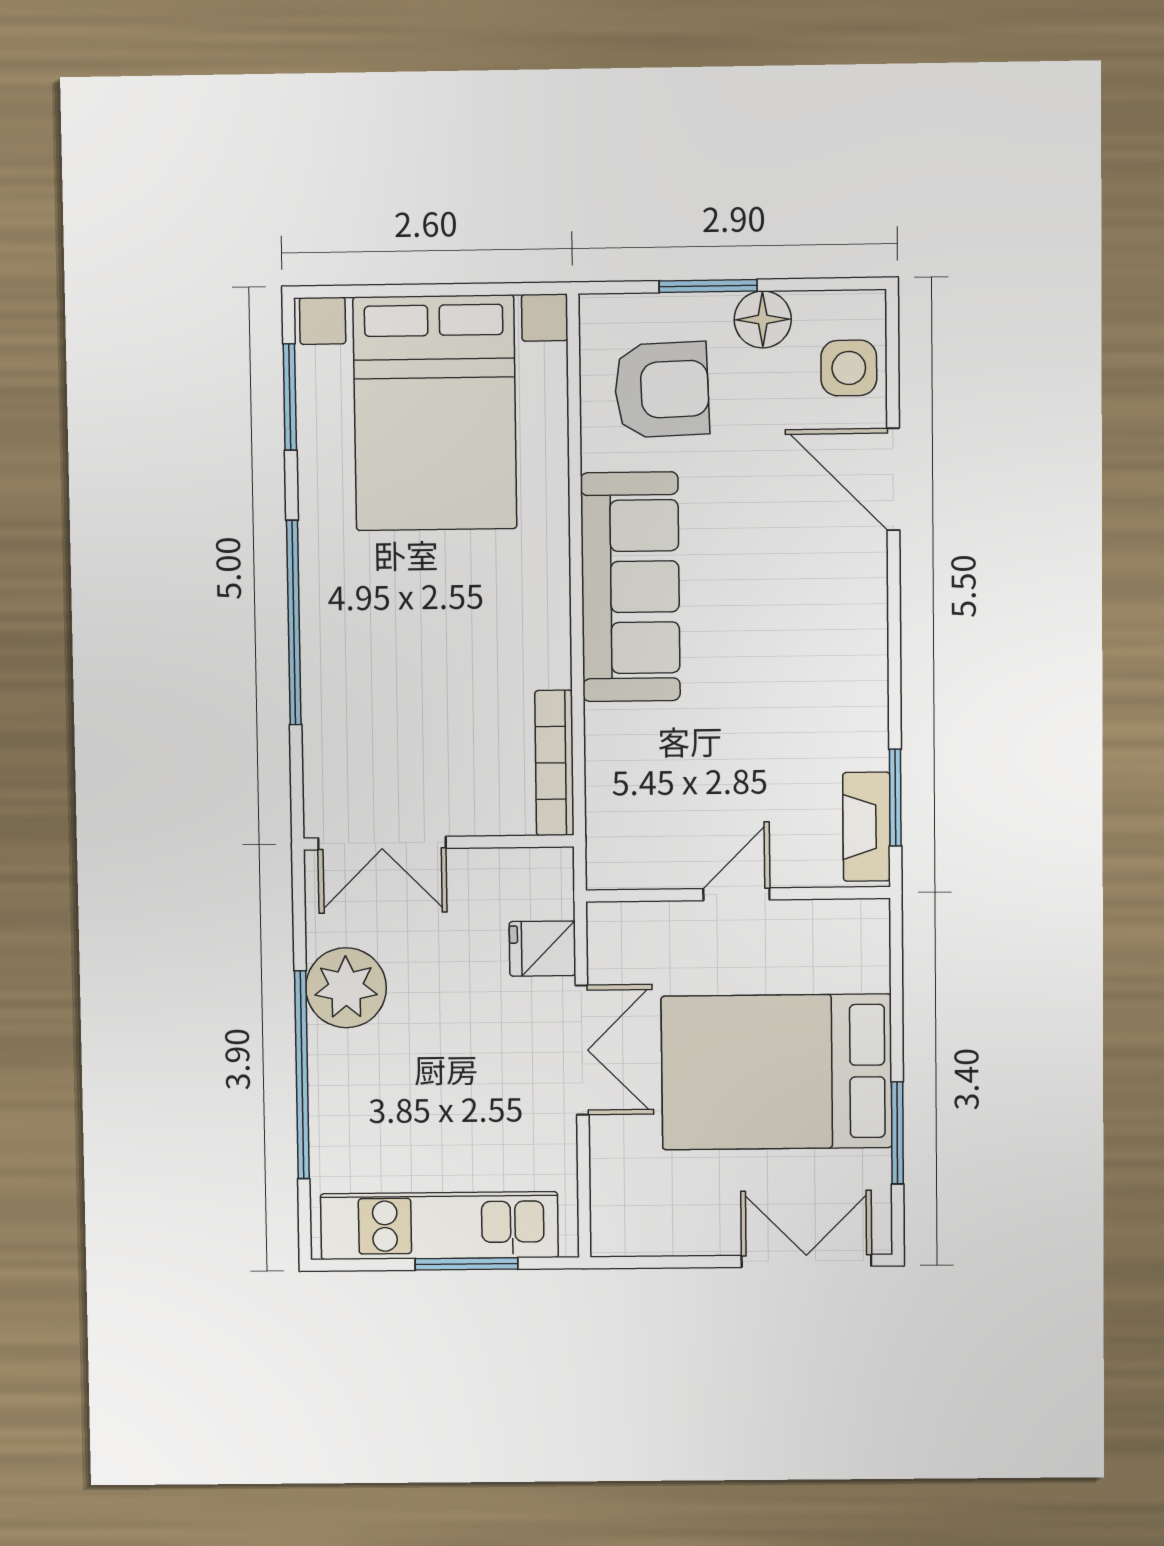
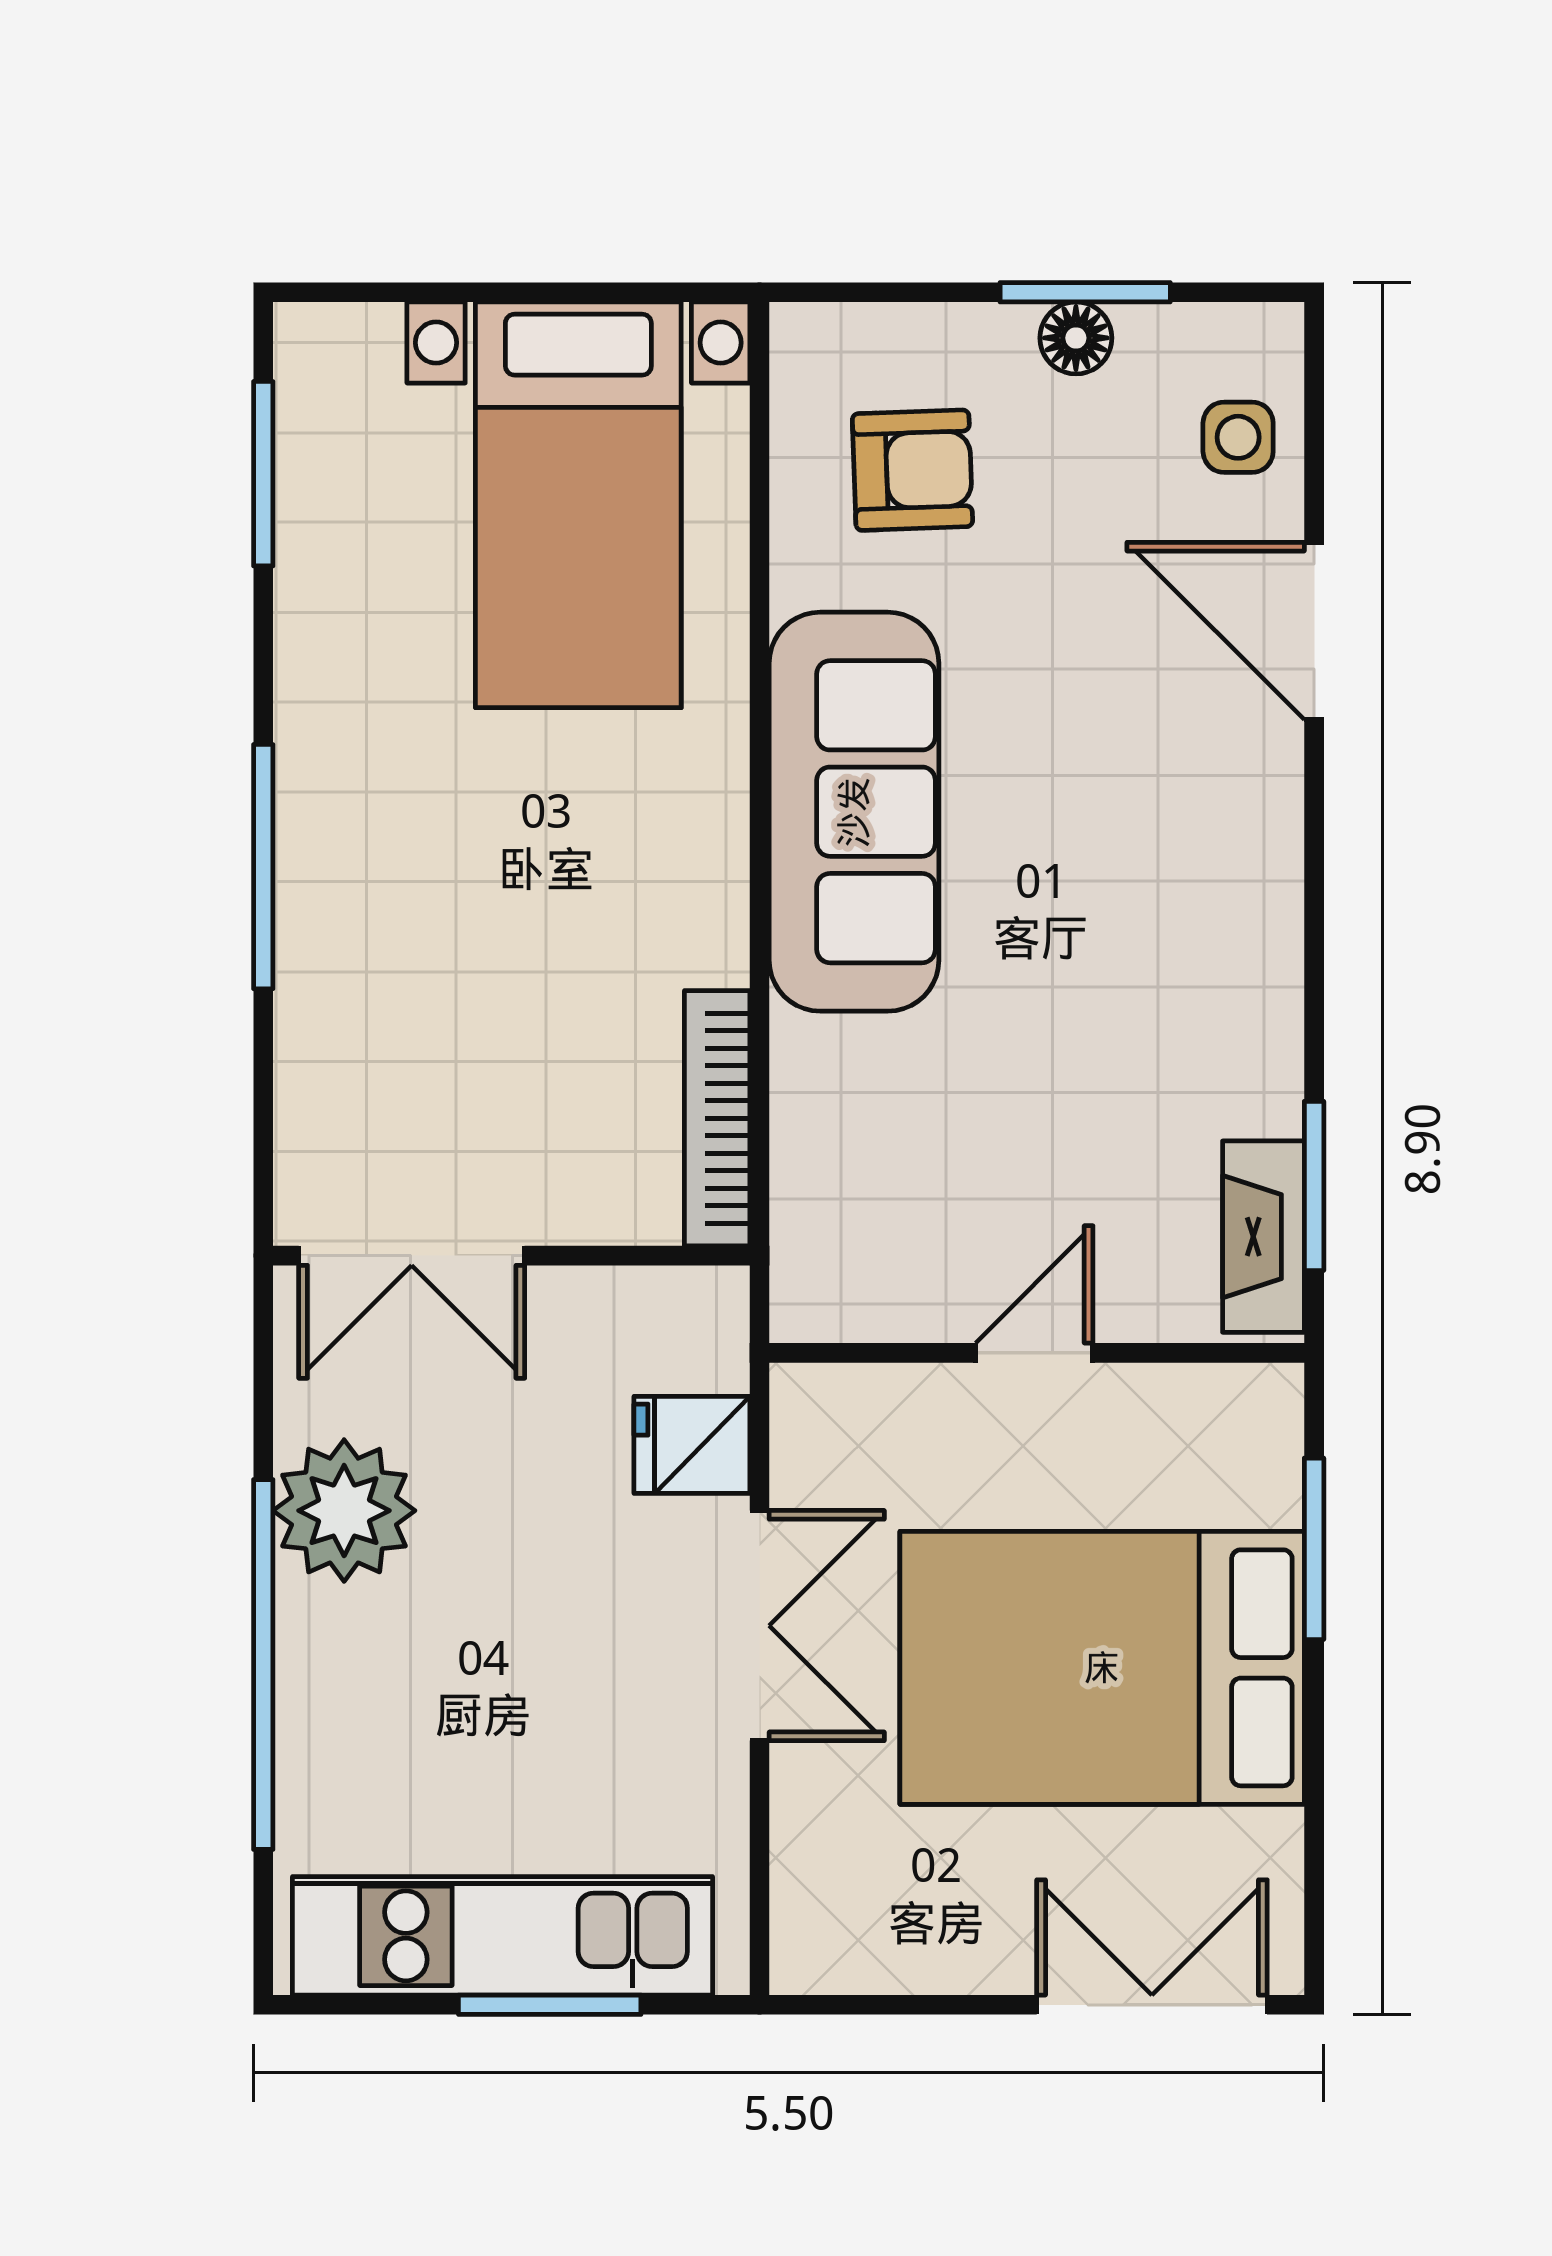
window: (708, 286) -> (1085, 292), moved
floor lamp: (763, 319) -> (1076, 338), width x0.73, depth x0.73
side table: (849, 368) -> (1238, 437), width x0.73, depth x0.73
armchair: (662, 390) -> (912, 470), width x0.72, depth x0.72
bed with nightstands: (435, 413) -> (578, 505), width x0.73
window: (294, 623) -> (263, 867), width x0.68
window: (897, 1133) -> (1314, 1549), moved

